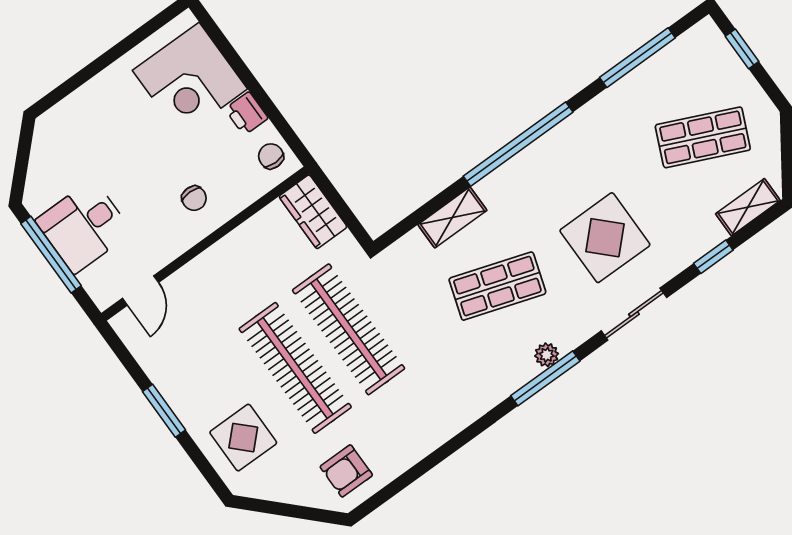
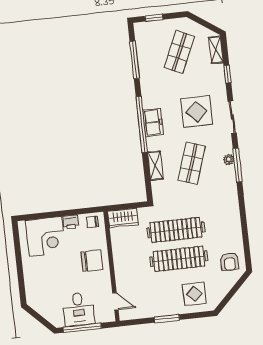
freezer: (535, 164) -> (153, 122), added
chair: (194, 198) -> (92, 261), width x1.87, depth x1.87

